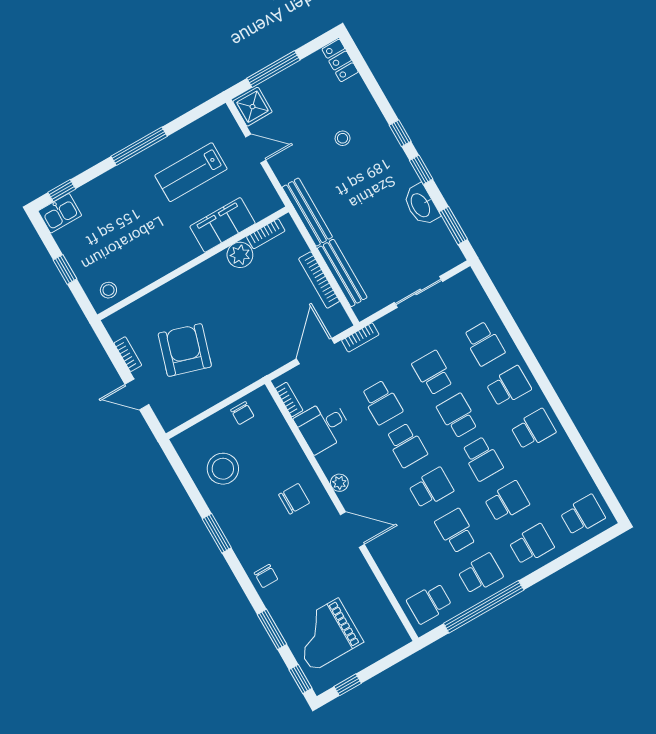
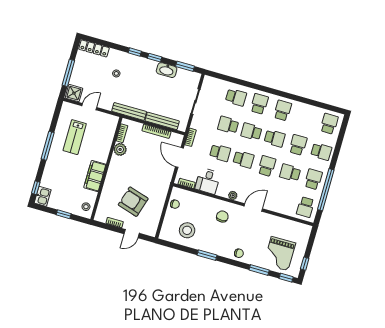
locker: (340, 60) -> (94, 48), width x1.53
filing cabinet: (223, 225) -> (95, 176), moved
school desk: (532, 544) -> (321, 152), turned 90

